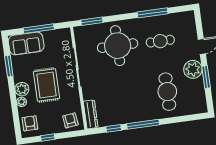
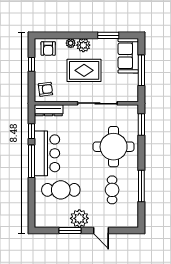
bar counter: (133, 110) -> (47, 153), added
armchair: (30, 123) -> (48, 48), turned 90

